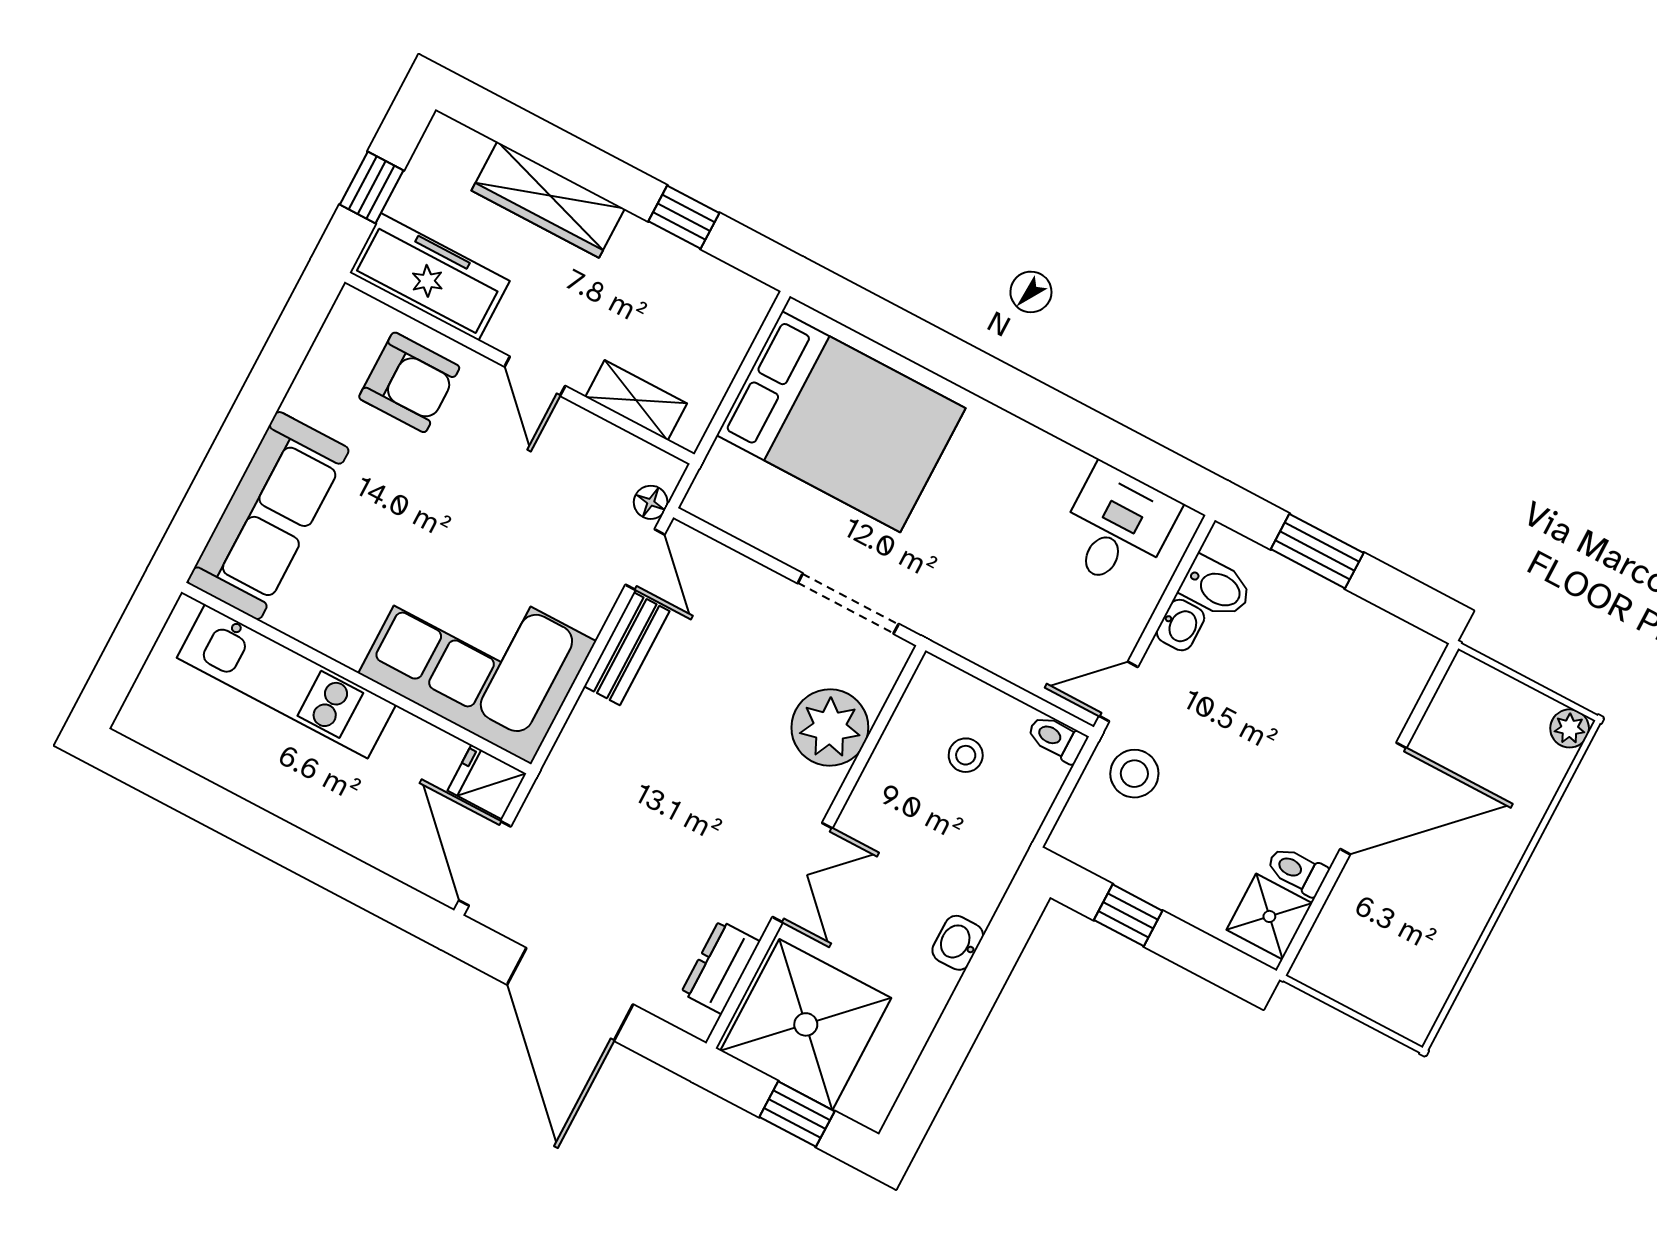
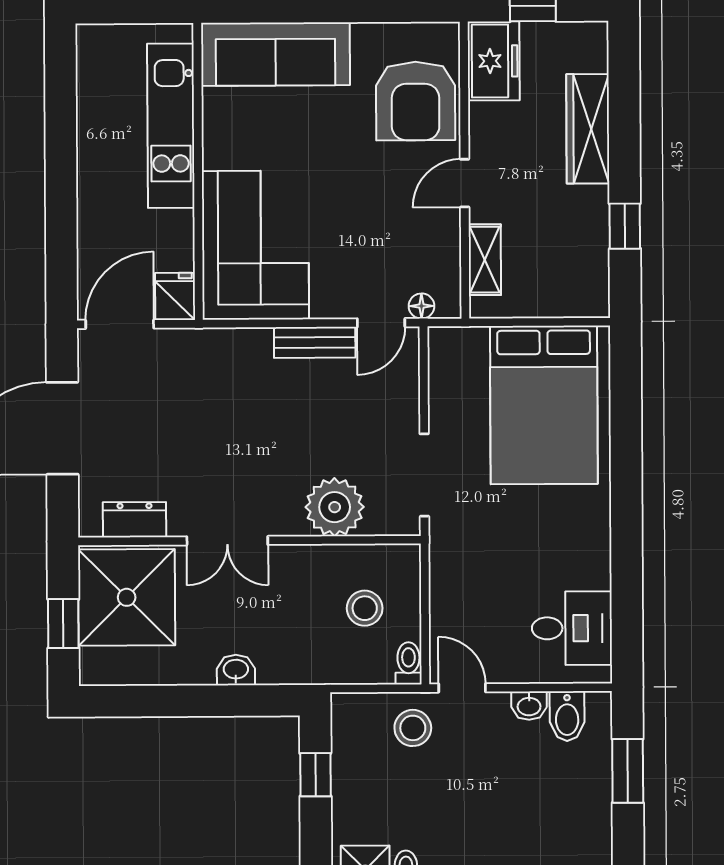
freezer: (430, 277) -> (494, 61), width x0.71
armchair: (409, 382) -> (415, 101), width x1.36, depth x1.36
stool: (966, 755) -> (365, 608), width x1.37, depth x1.37

